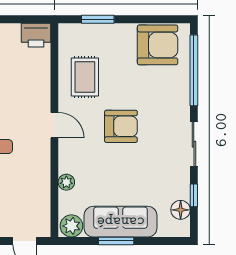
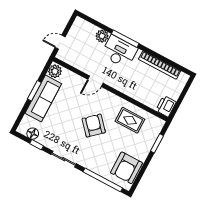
door: (54, 125) -> (95, 81), moved
armchair: (121, 126) -> (94, 126), turned 138
plant: (66, 182) -> (79, 81), removed

